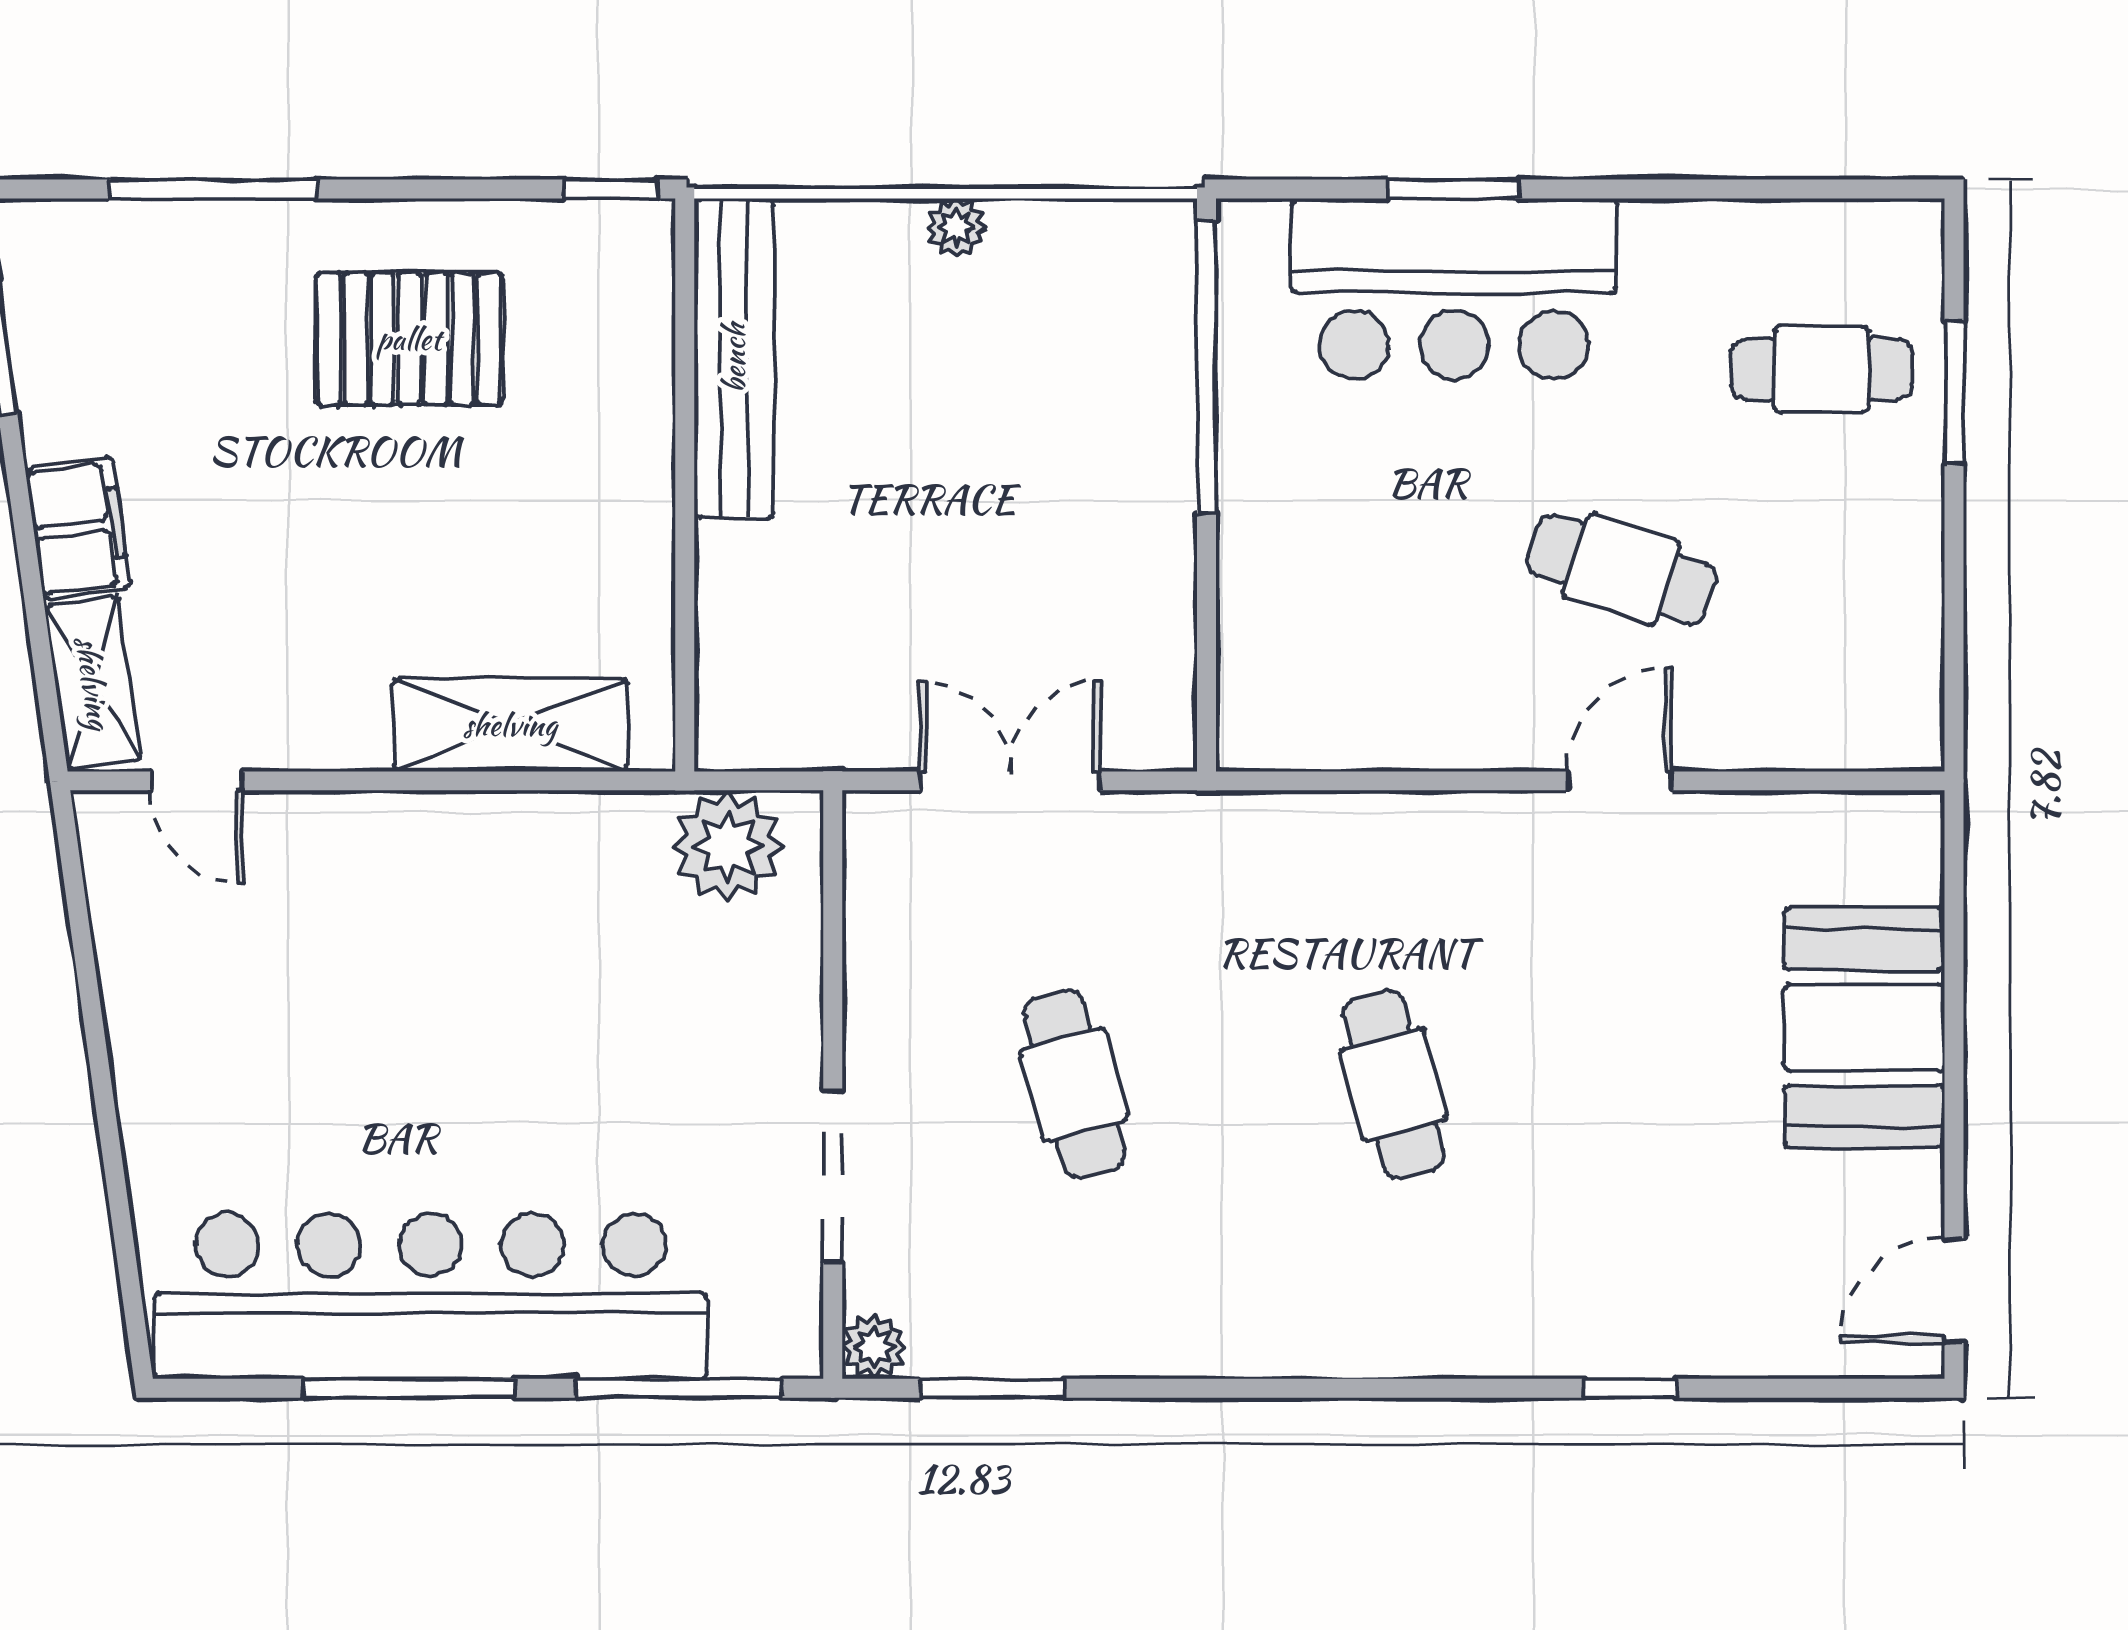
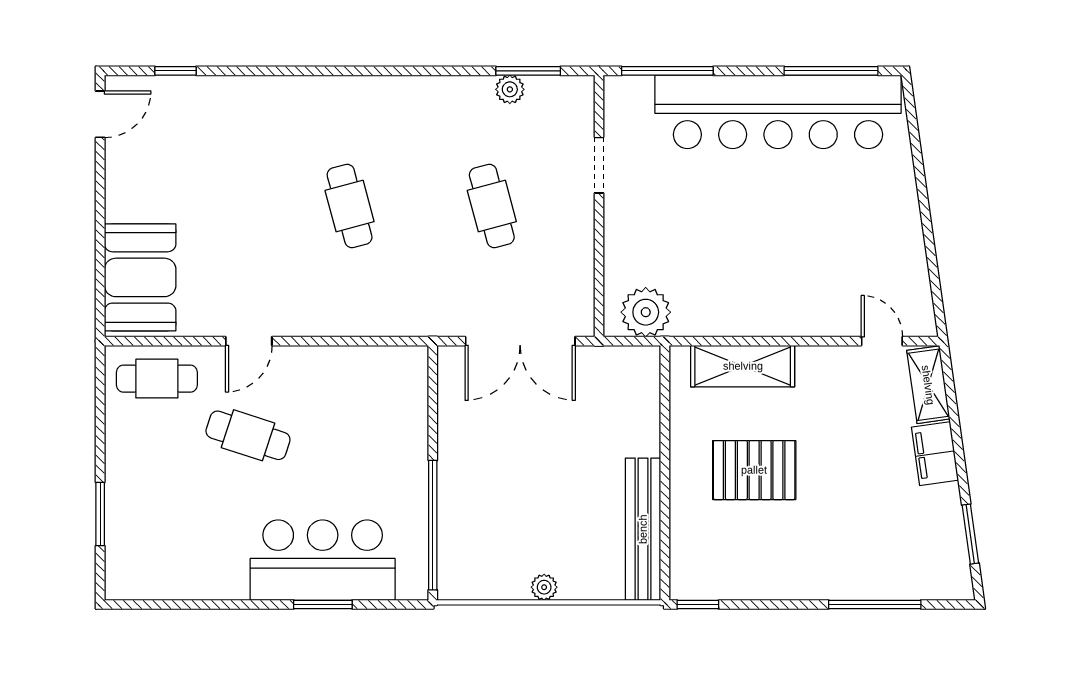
pallet: (409, 339) -> (754, 470), moved
cafe table: (1821, 369) -> (157, 379), moved
double door: (1010, 781) -> (520, 341), width x1.37
booth: (1864, 1028) -> (140, 277), moved
doorway: (833, 1176) -> (599, 165), width x0.73
plant: (874, 1347) -> (510, 89), moved
window: (409, 1388) -> (831, 71), moved
window: (1630, 1388) -> (175, 71), moved

